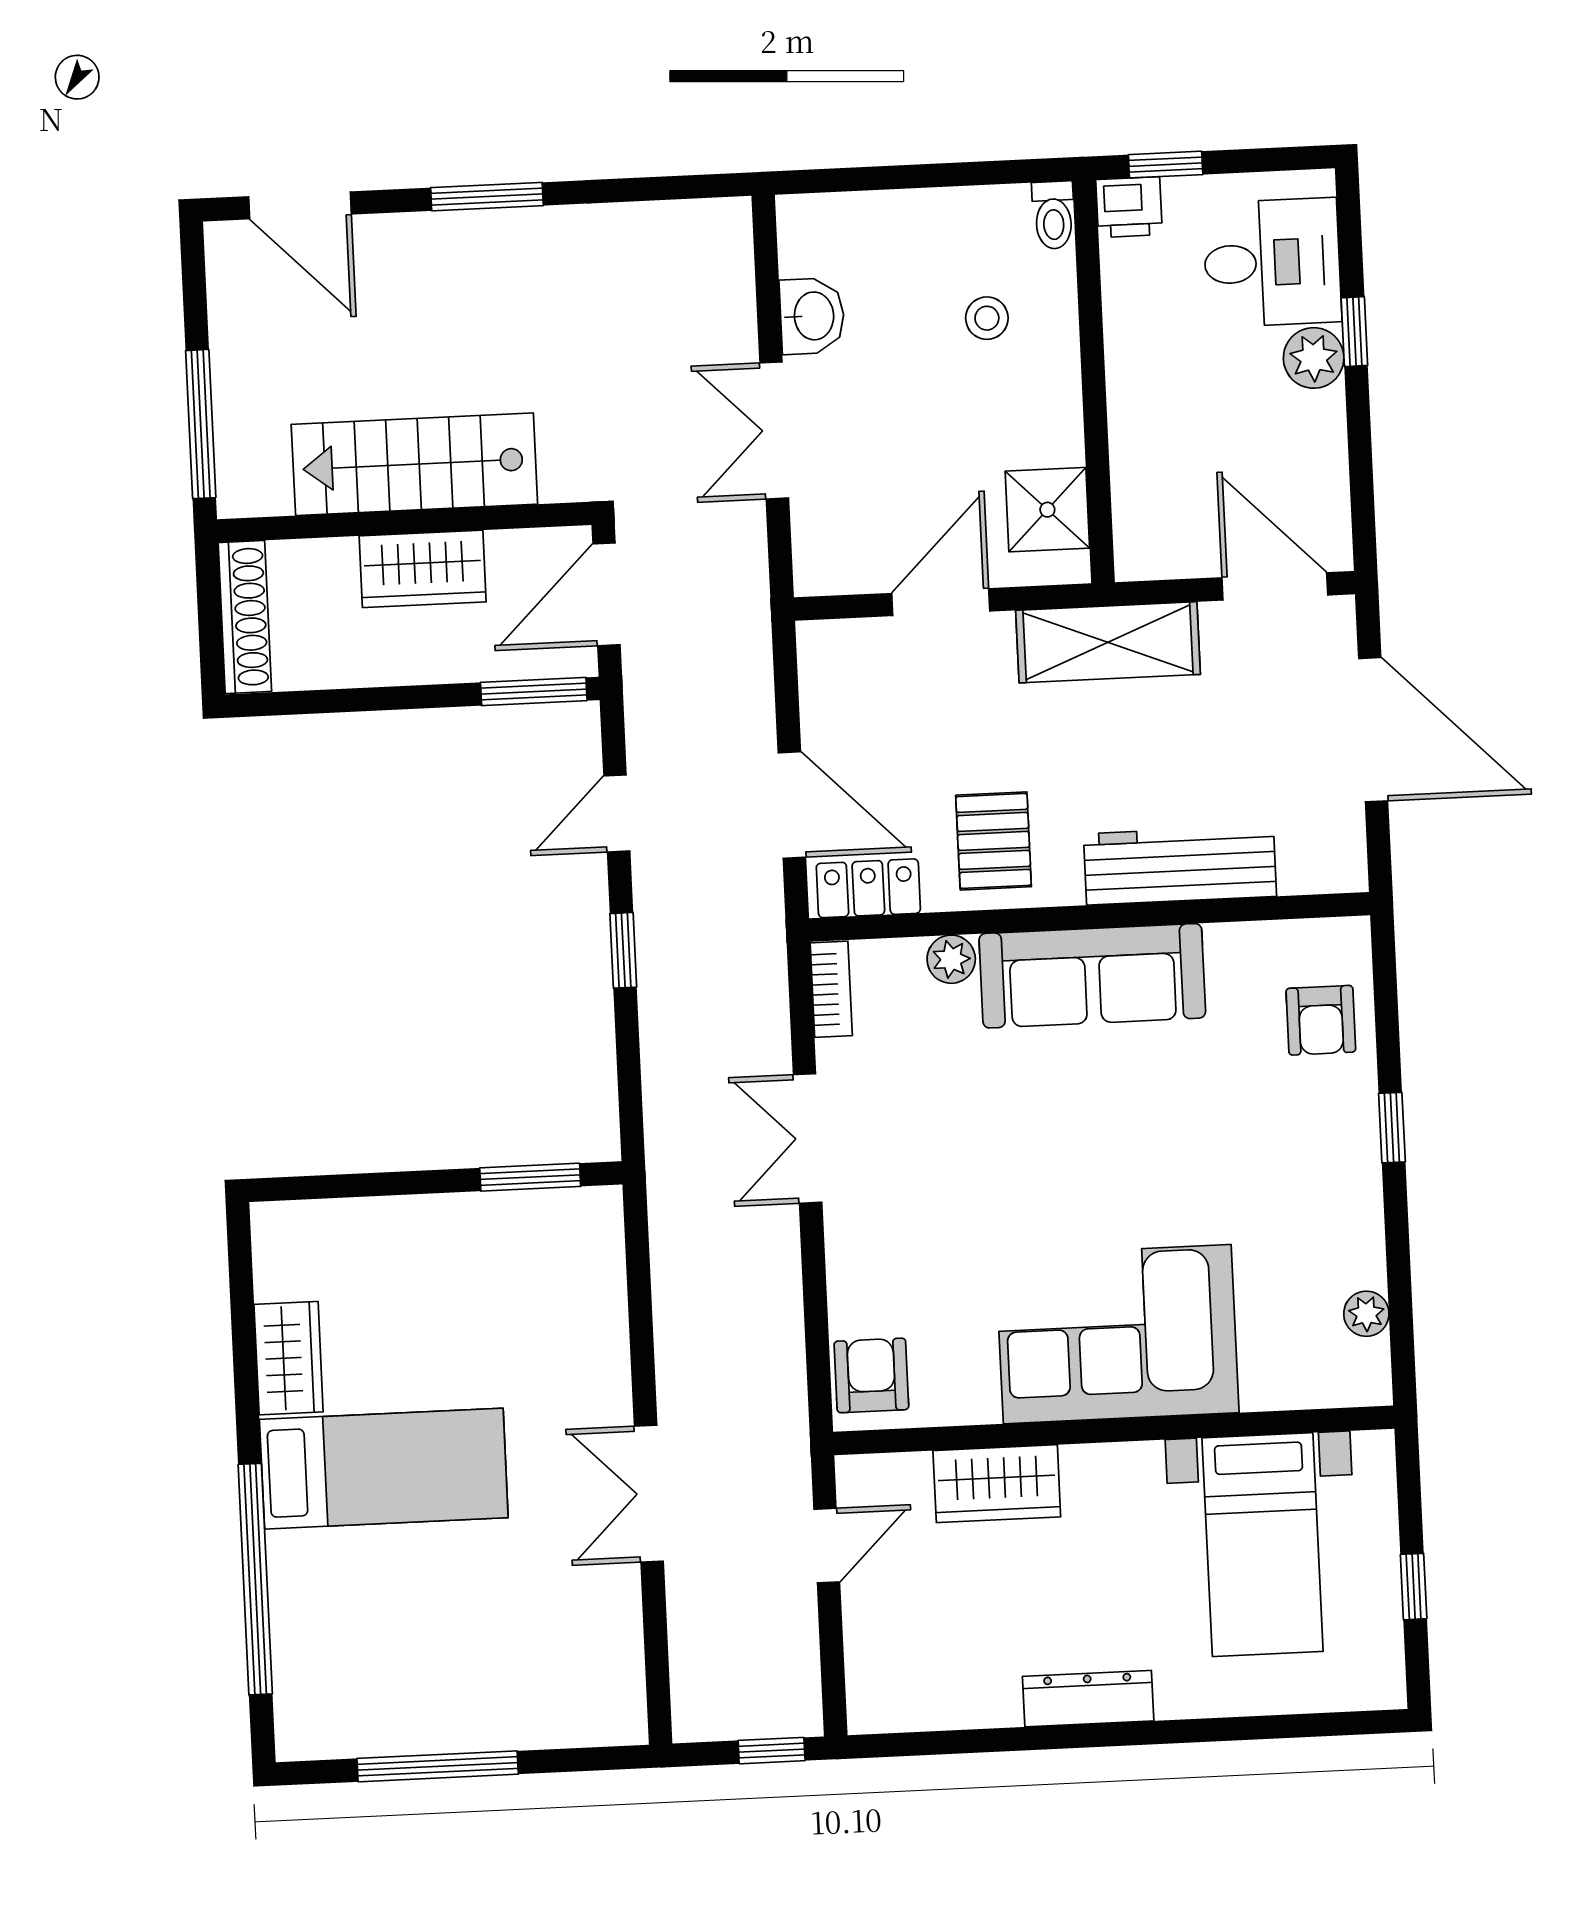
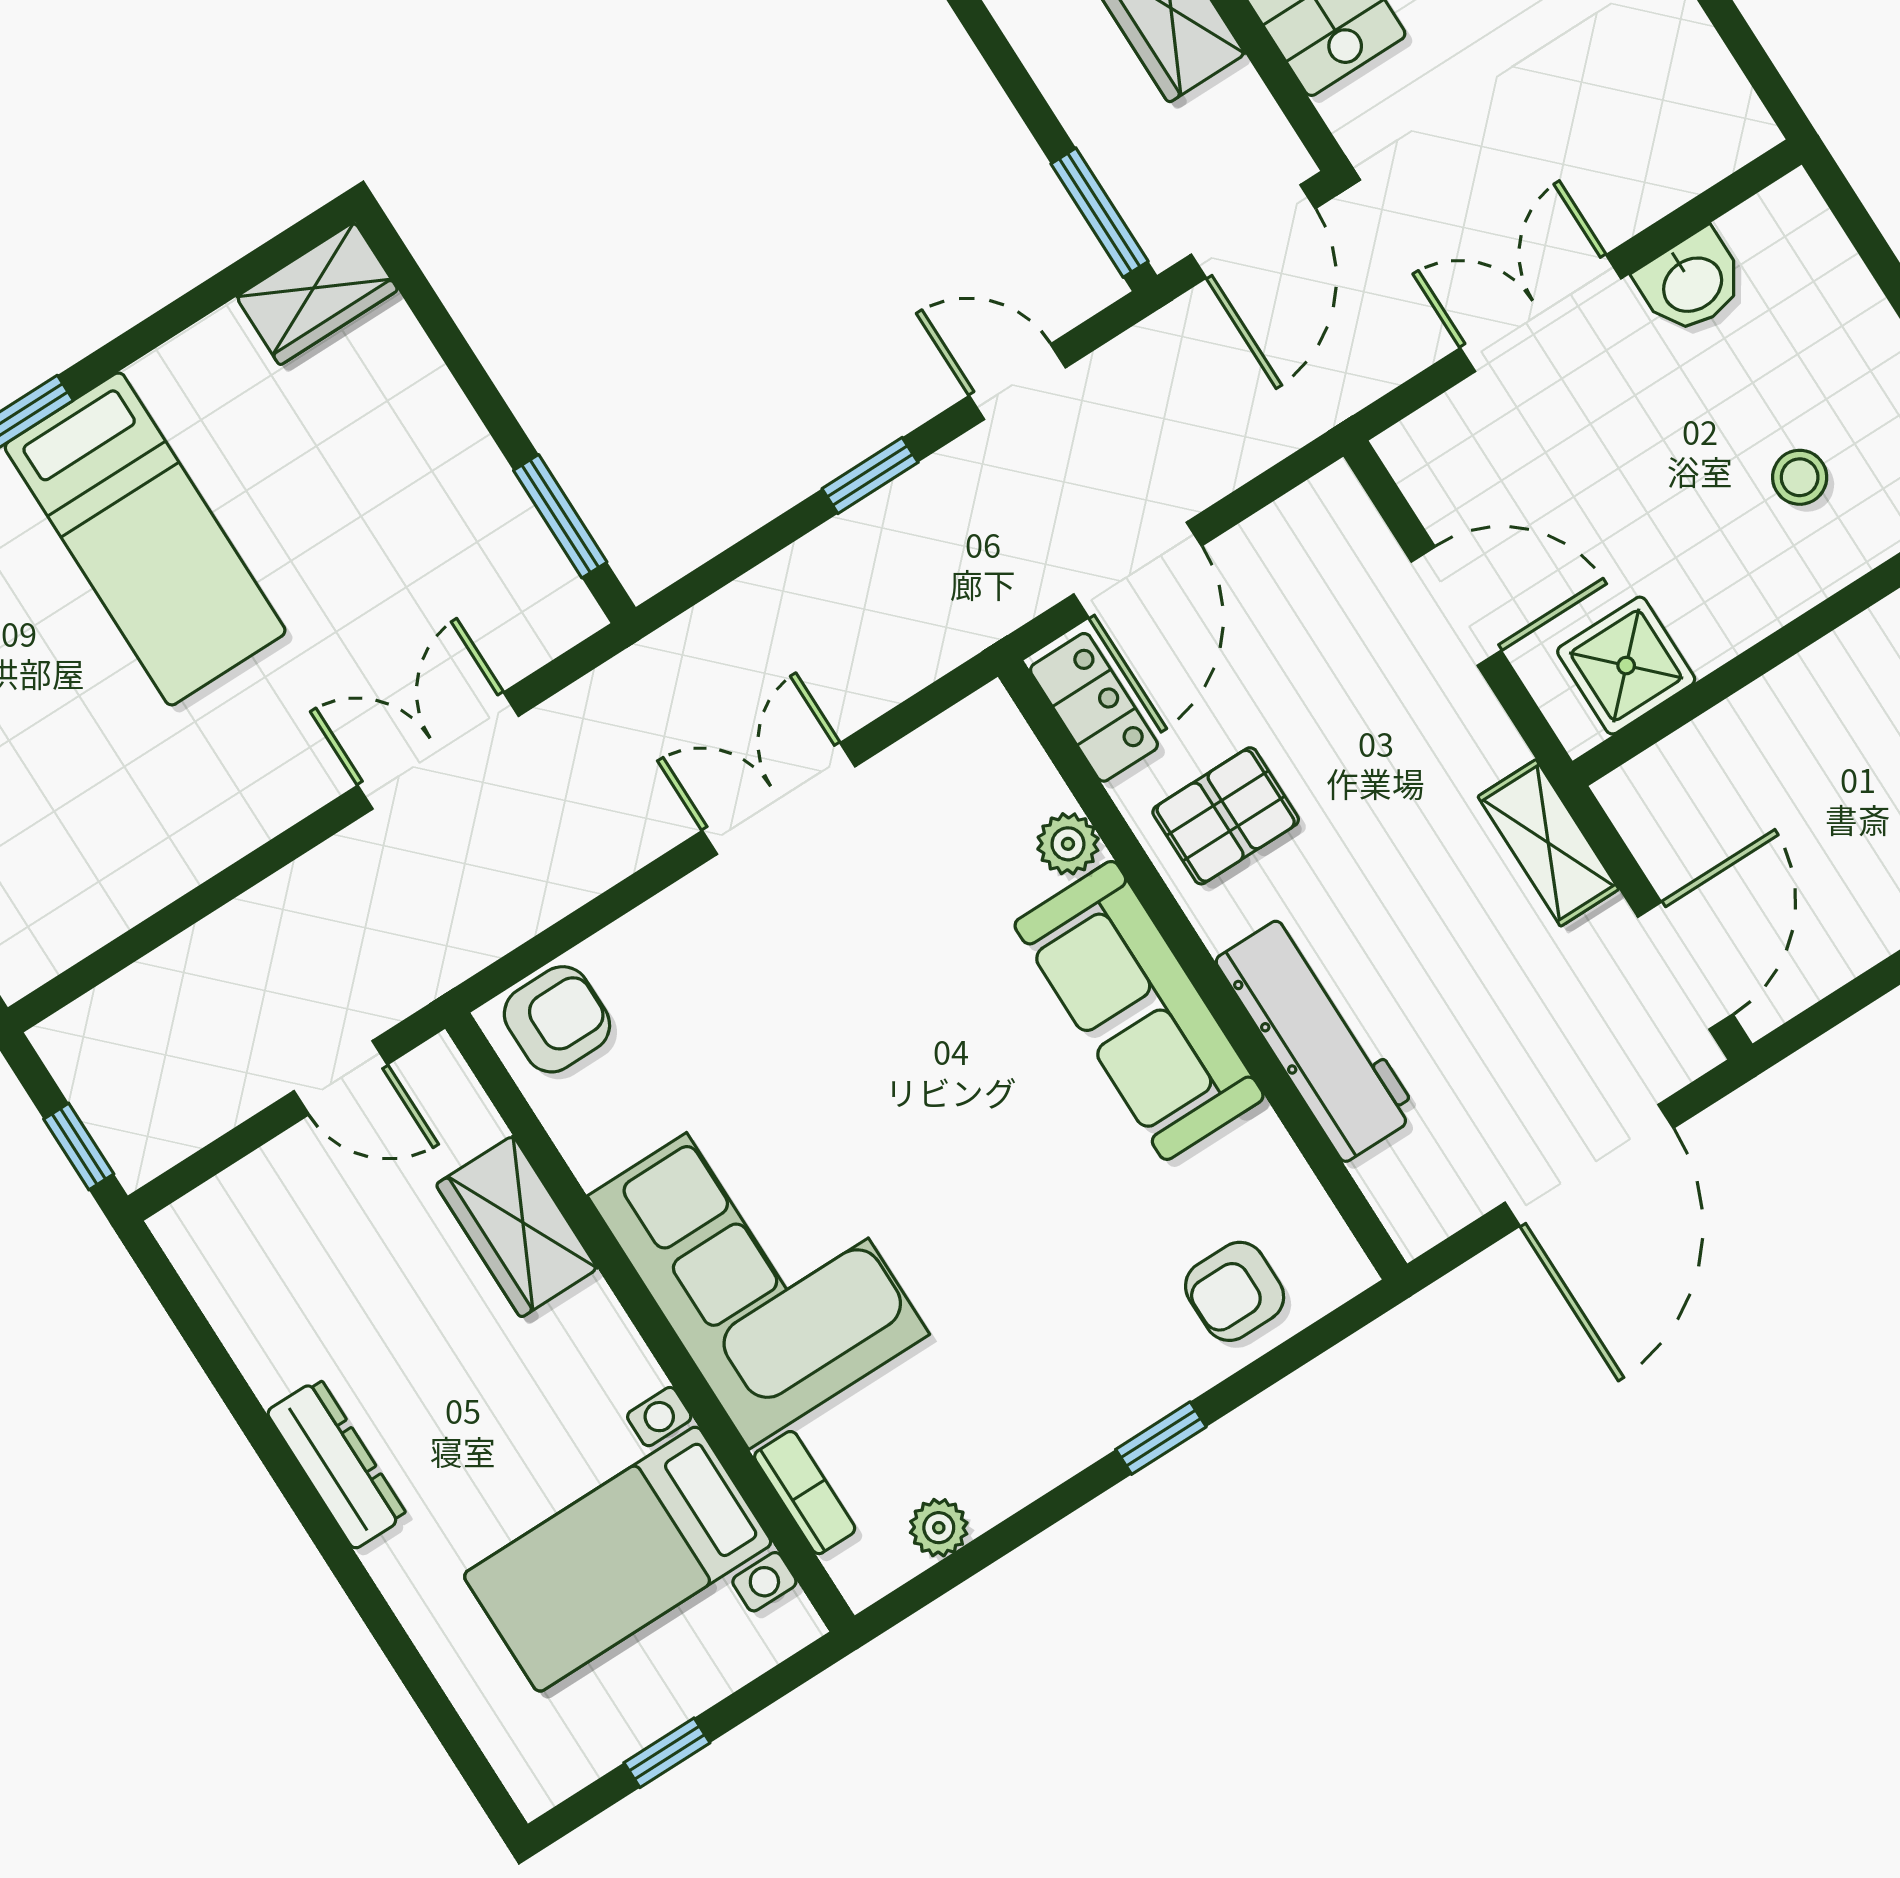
door: (606, 594) -> (1253, 231), swing flipped
shelving: (1108, 642) -> (1548, 843), width x0.67, depth x0.75
bookcase: (831, 989) -> (805, 1493), moved, turned -90
wardrobe: (289, 1358) -> (317, 294), moved
double door: (649, 1494) -> (438, 751), moved

